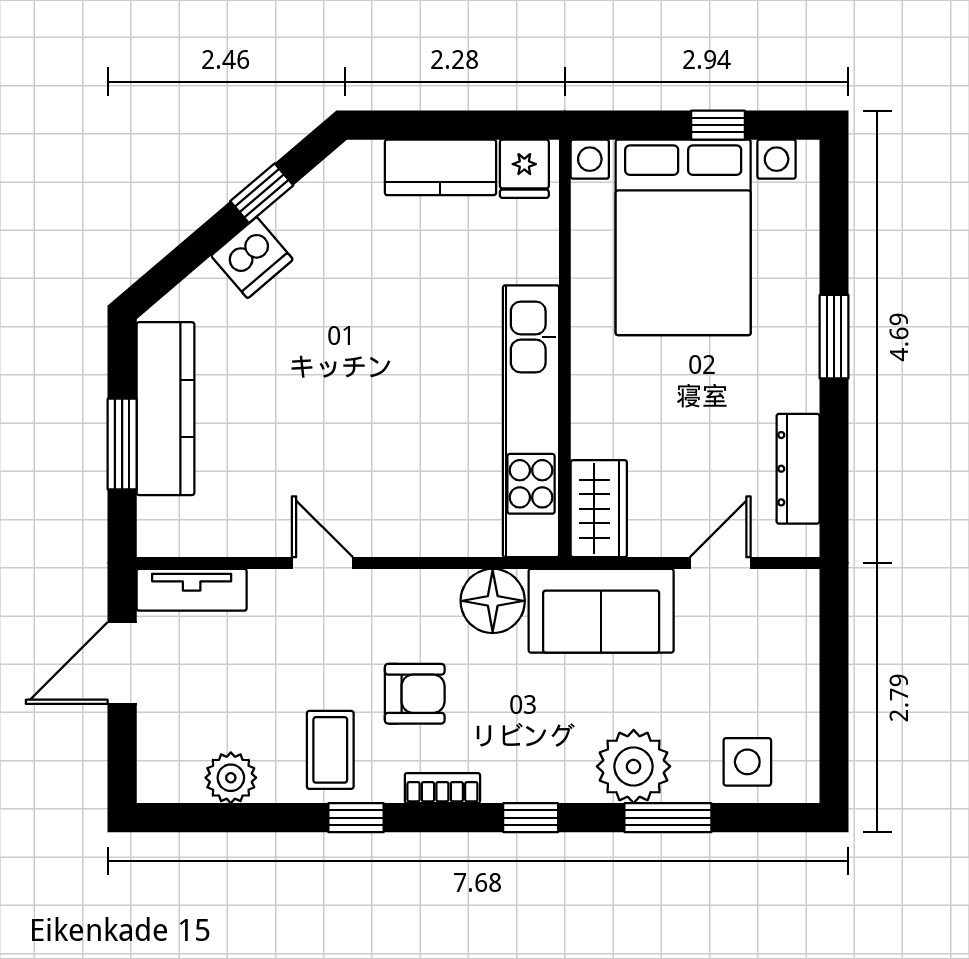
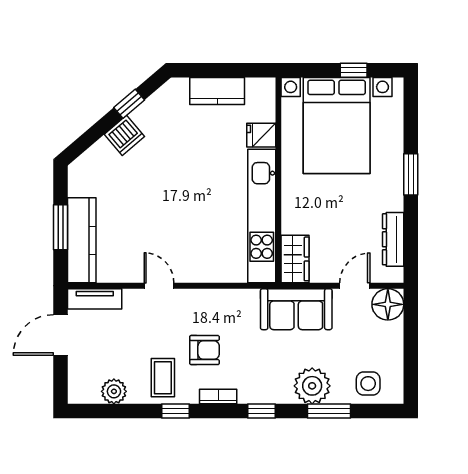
fridge: (524, 169) -> (261, 135), moved, turned 90
kitchen counter: (165, 409) -> (82, 240), moved
floor lamp: (493, 601) -> (388, 304), moved

